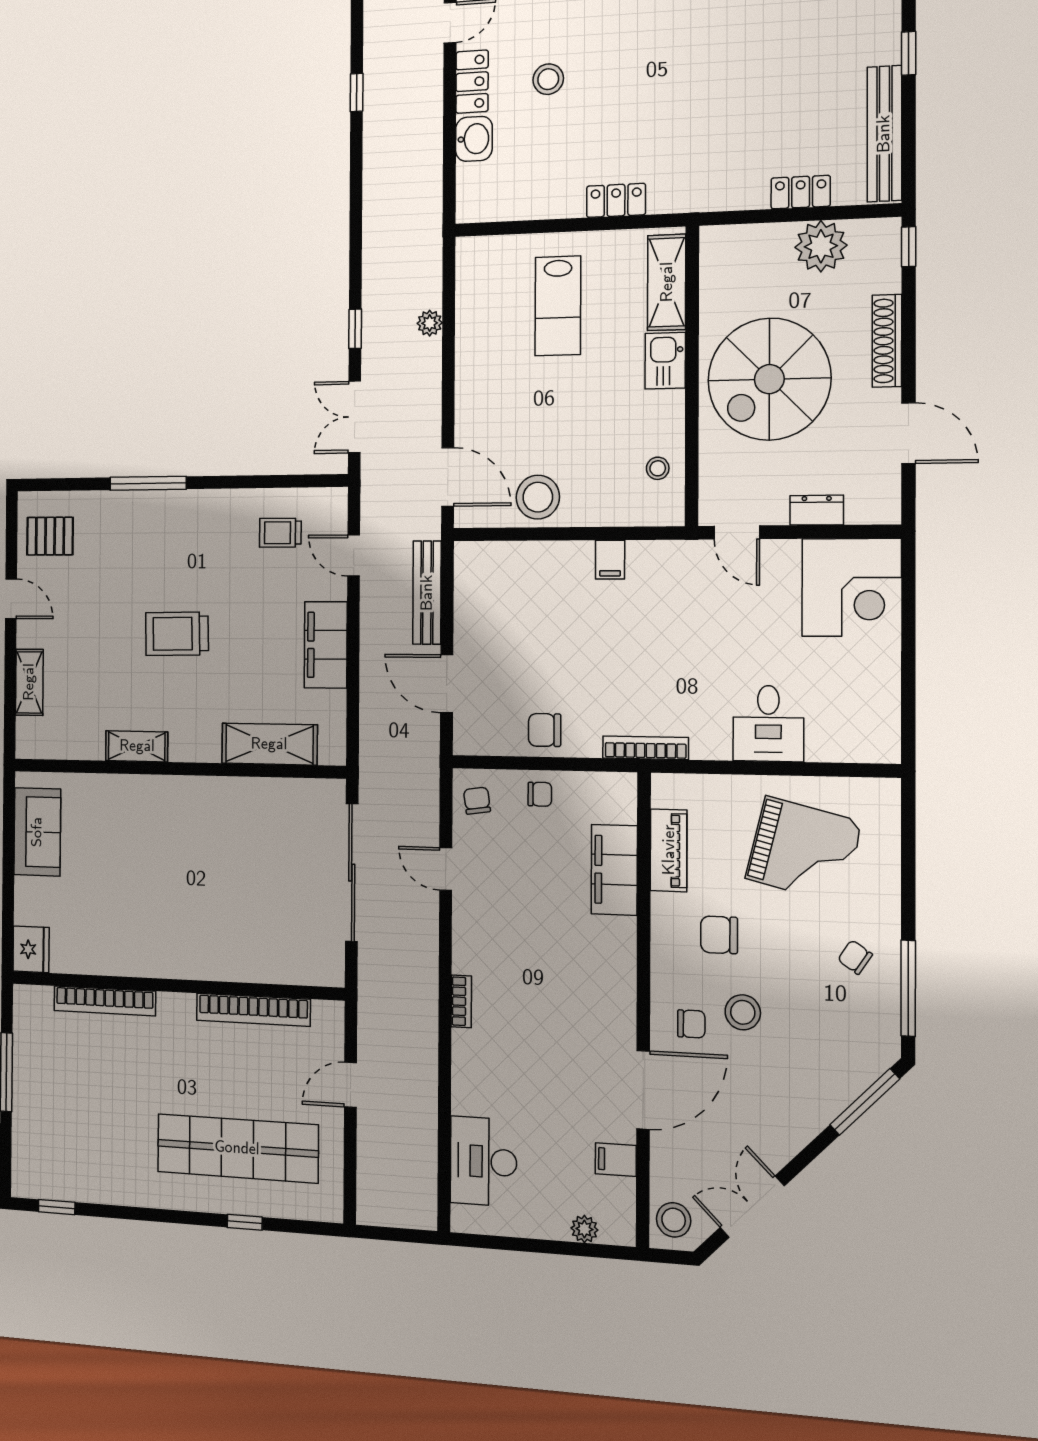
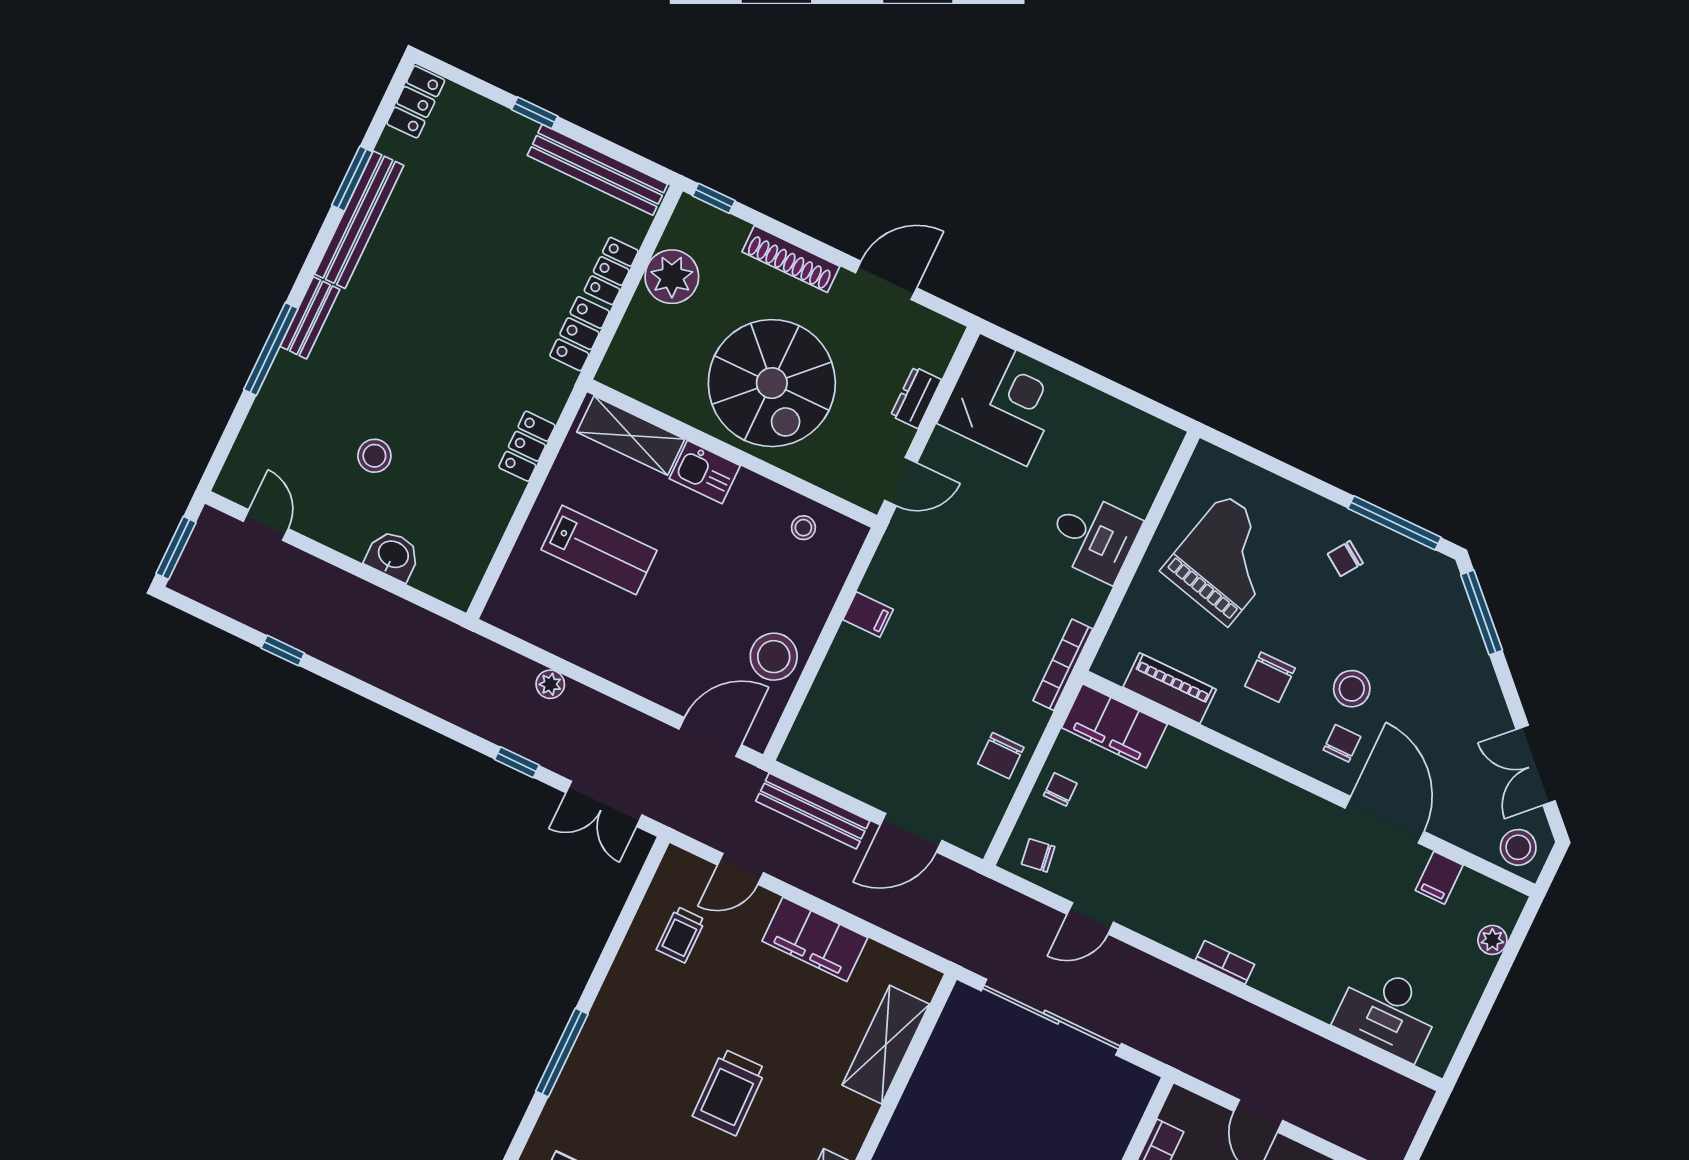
locker: (472, 82) -> (580, 334), moved, turned -90
filing cabinet: (614, 870) -> (1114, 726), moved

